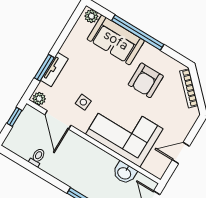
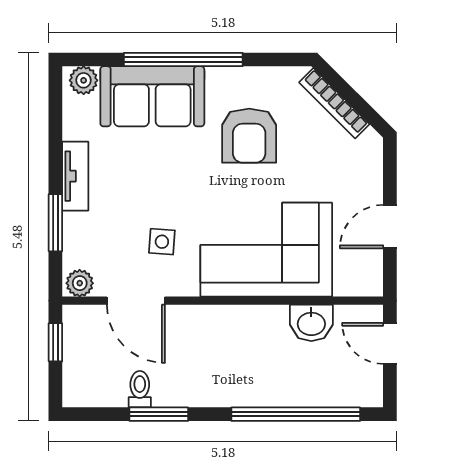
tv unit: (54, 70) -> (75, 176), moved
window: (39, 172) -> (159, 414), added

